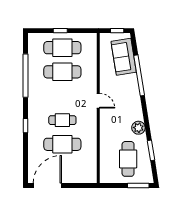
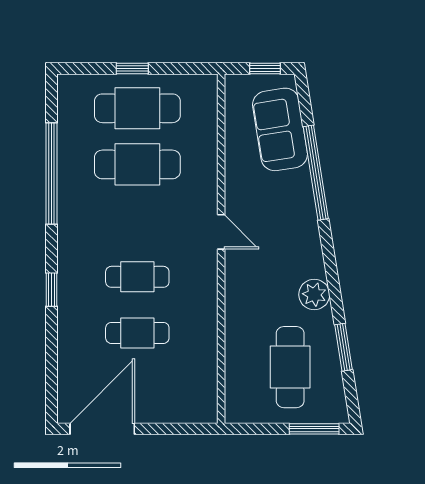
cafe table: (62, 144) -> (137, 333), width x0.73, depth x0.74

